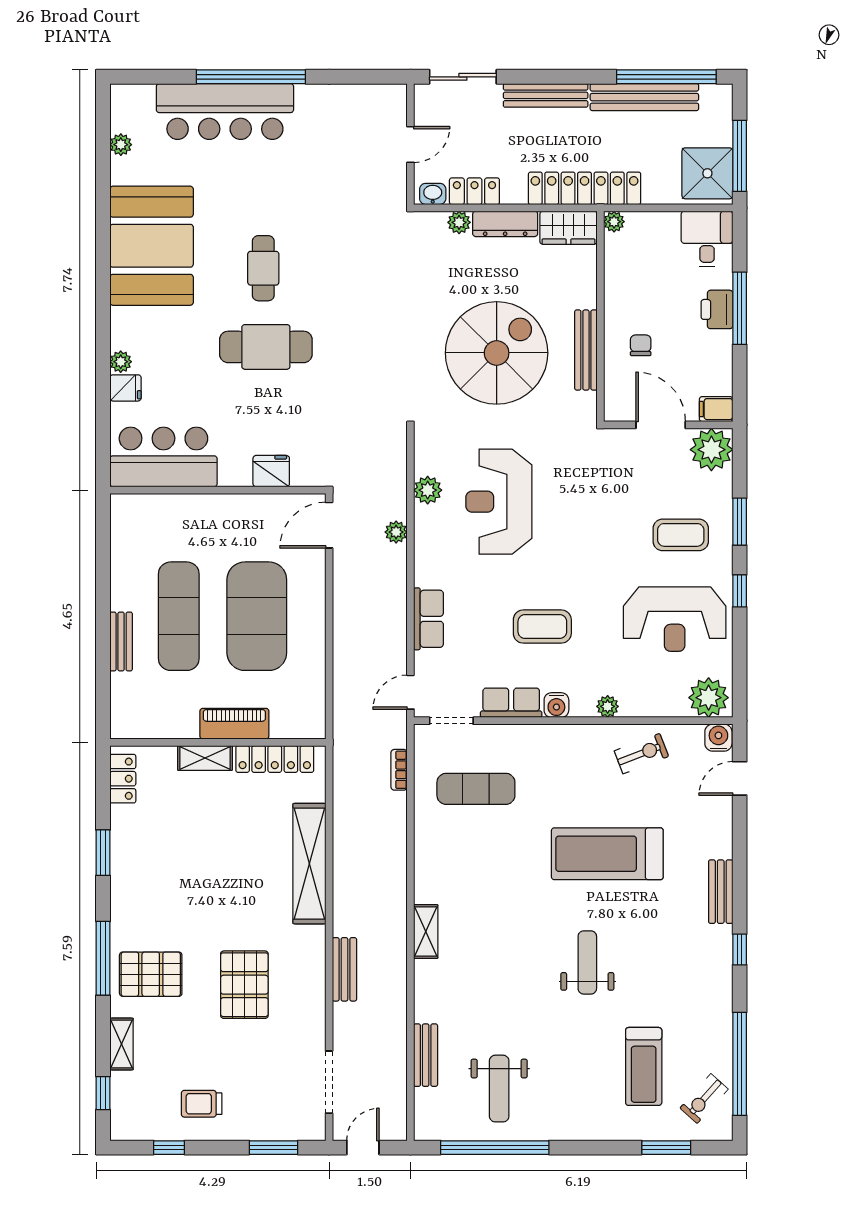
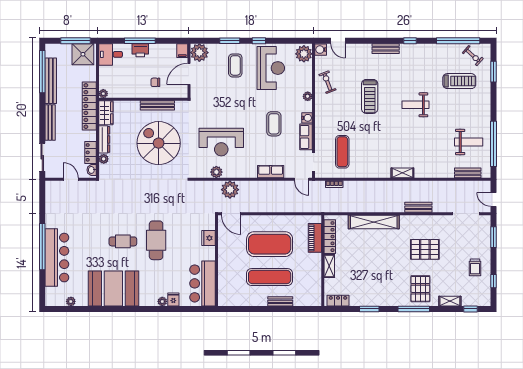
plant: (396, 532) -> (230, 190), width x1.88, depth x1.88
piano: (234, 724) -> (315, 238), moved
treadmill: (607, 854) -> (370, 96), width x0.73, depth x0.73
bench: (426, 1055) -> (468, 173), moved

